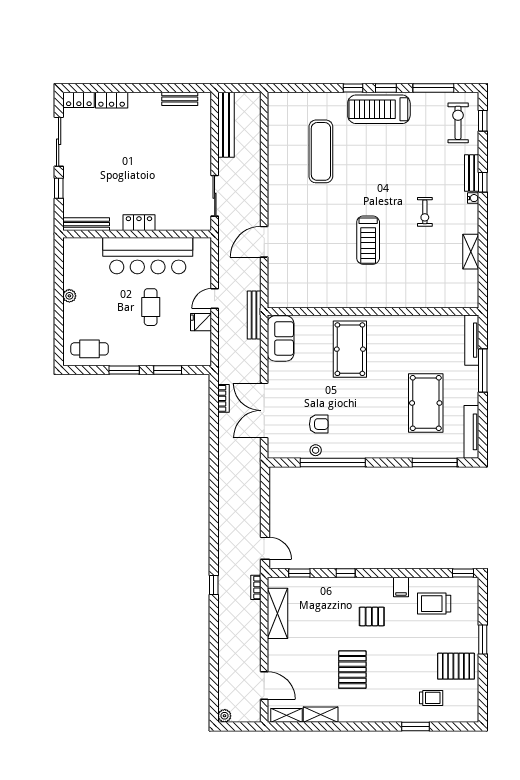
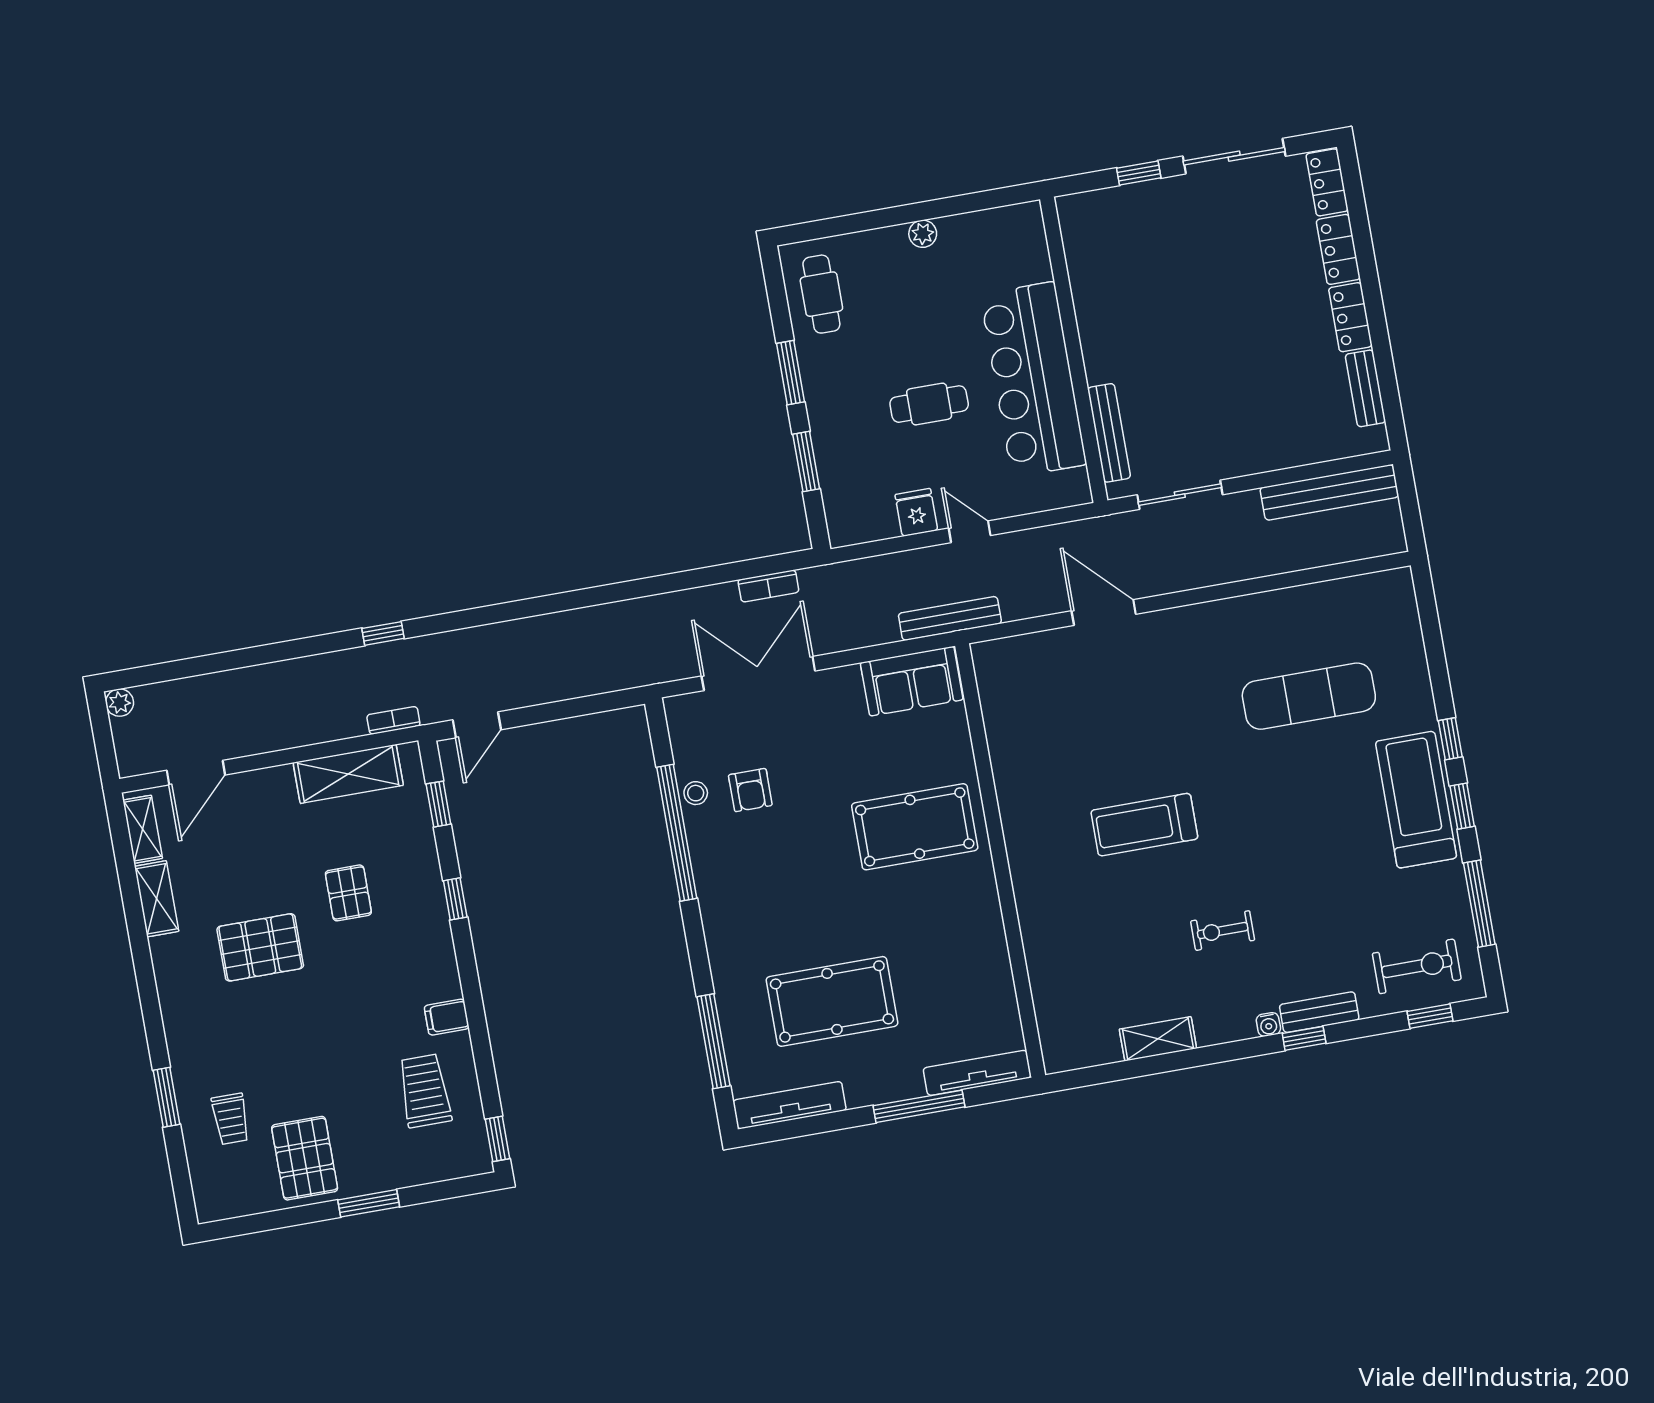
locker: (139, 223) -> (1350, 317), moved, turned 180
bench: (86, 224) -> (1109, 433), moved
pallet: (372, 616) -> (348, 893), moved

